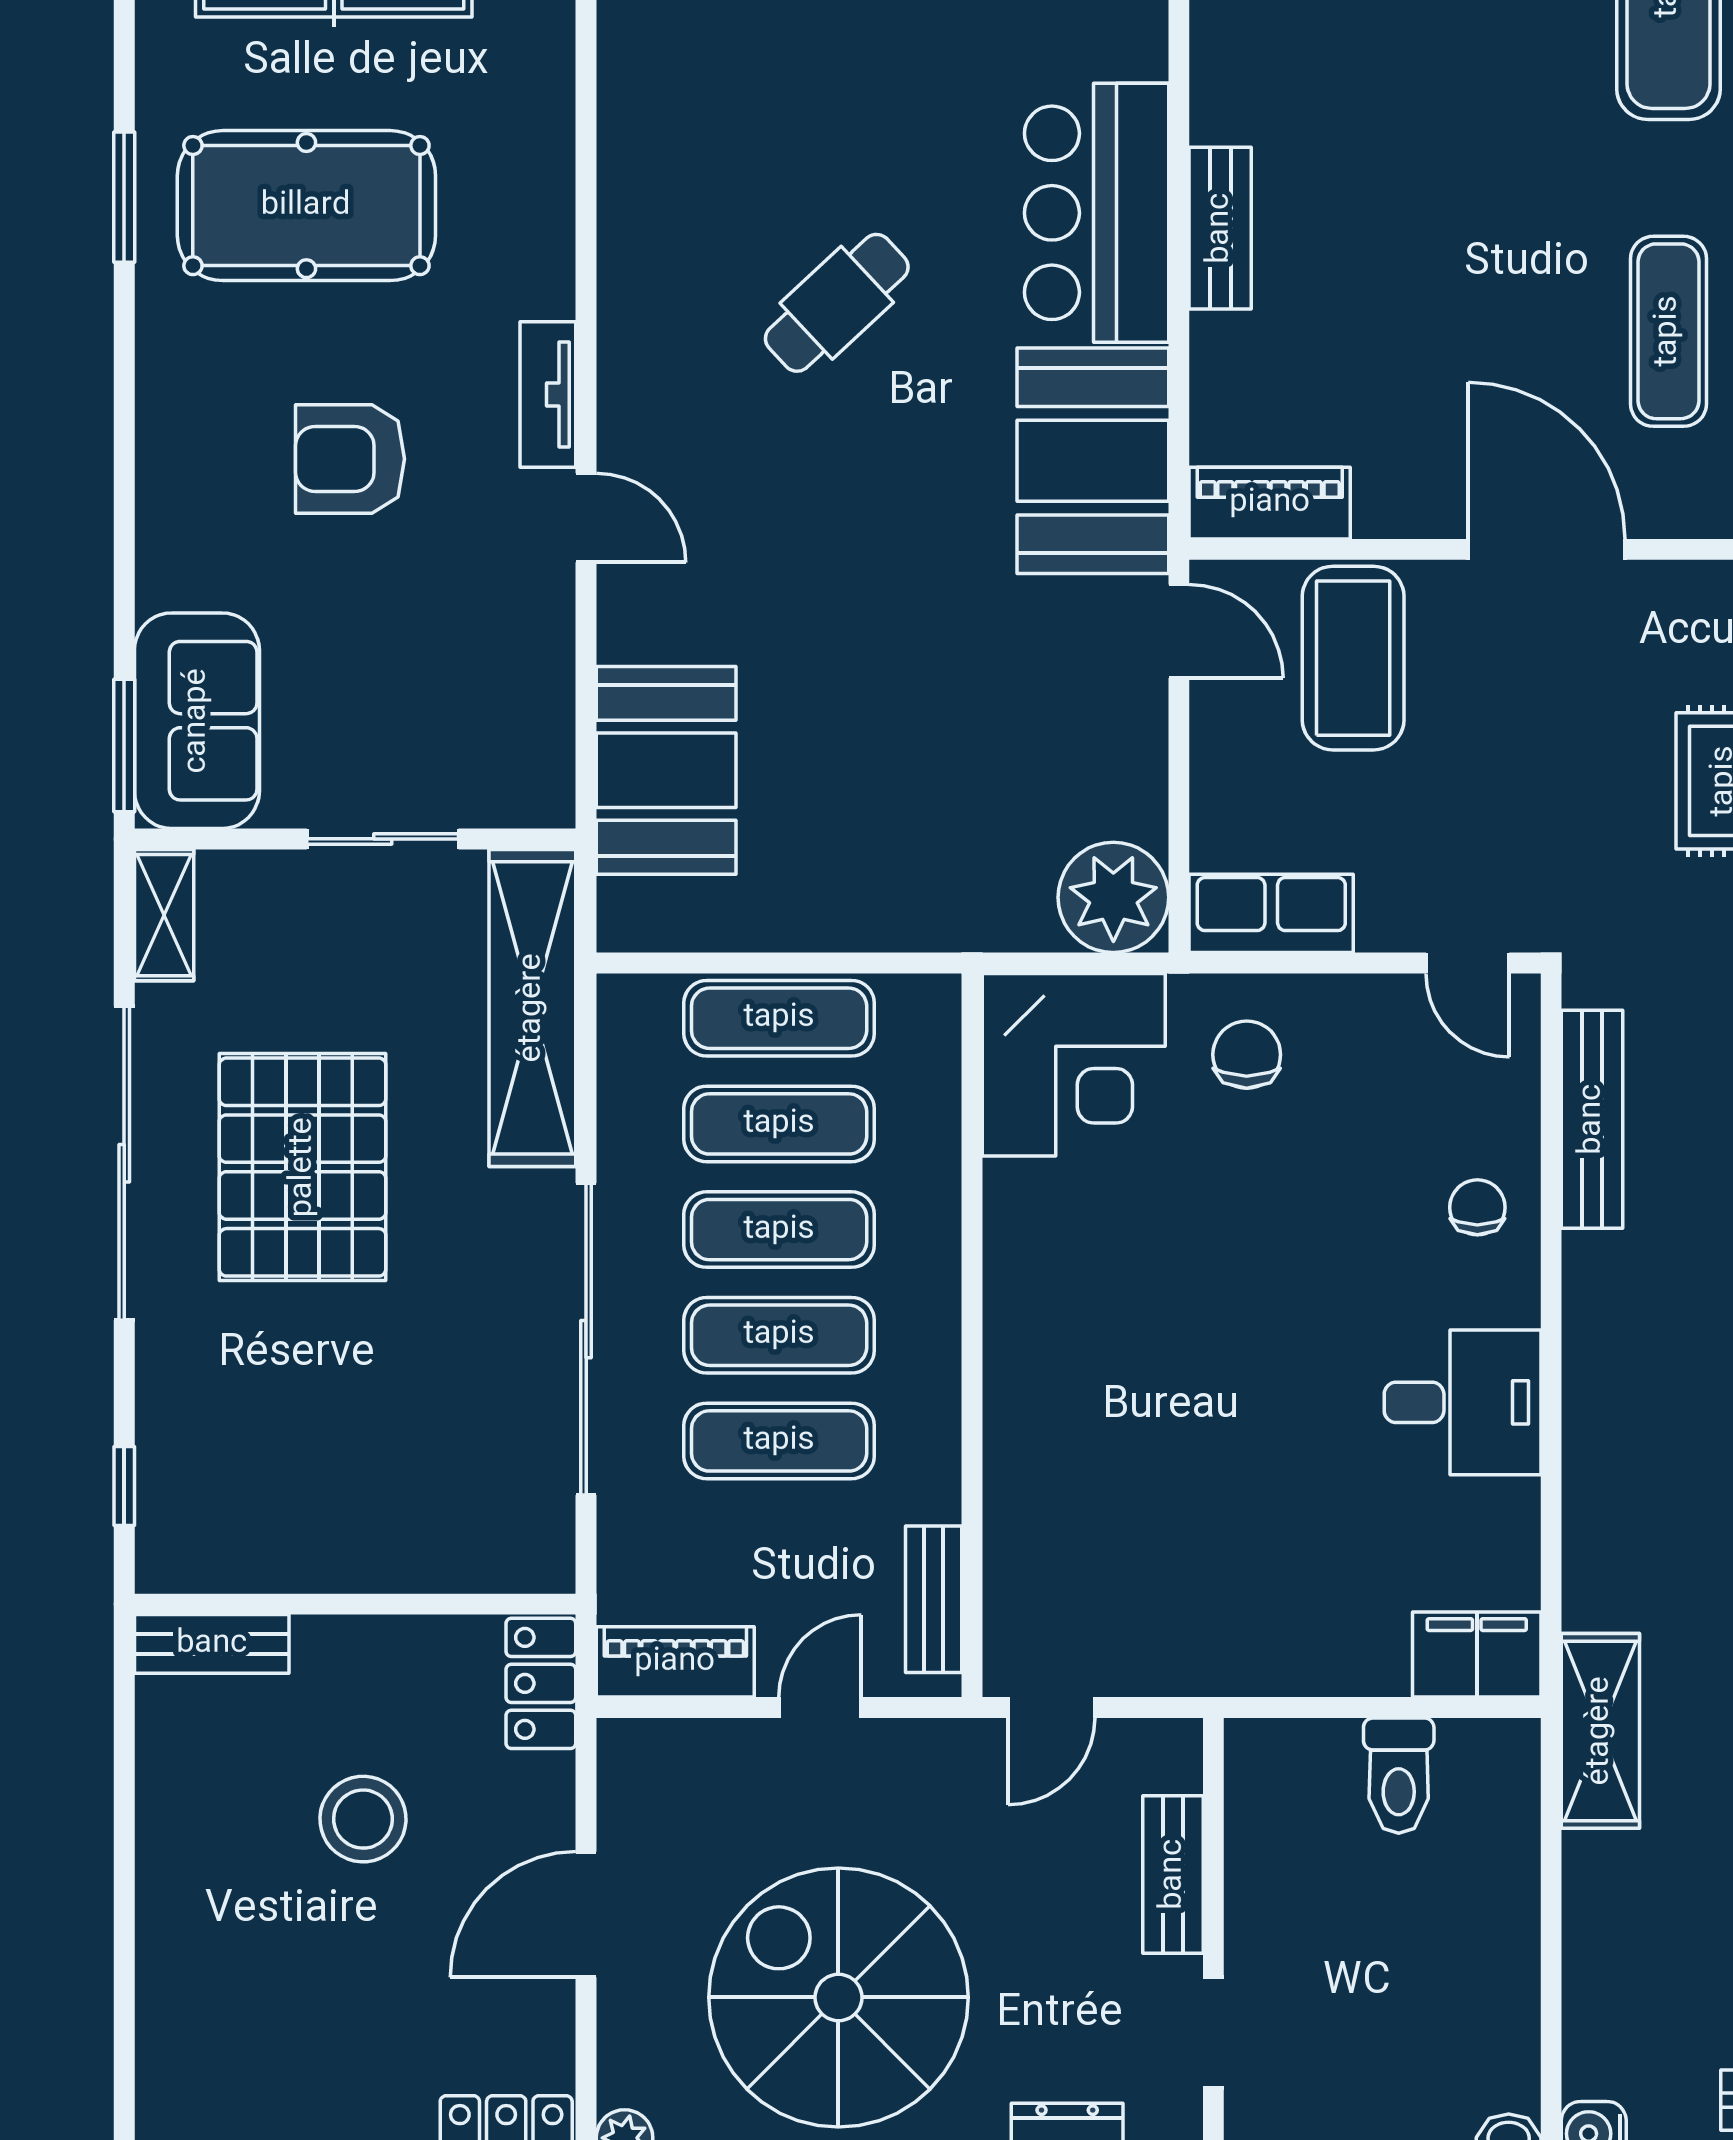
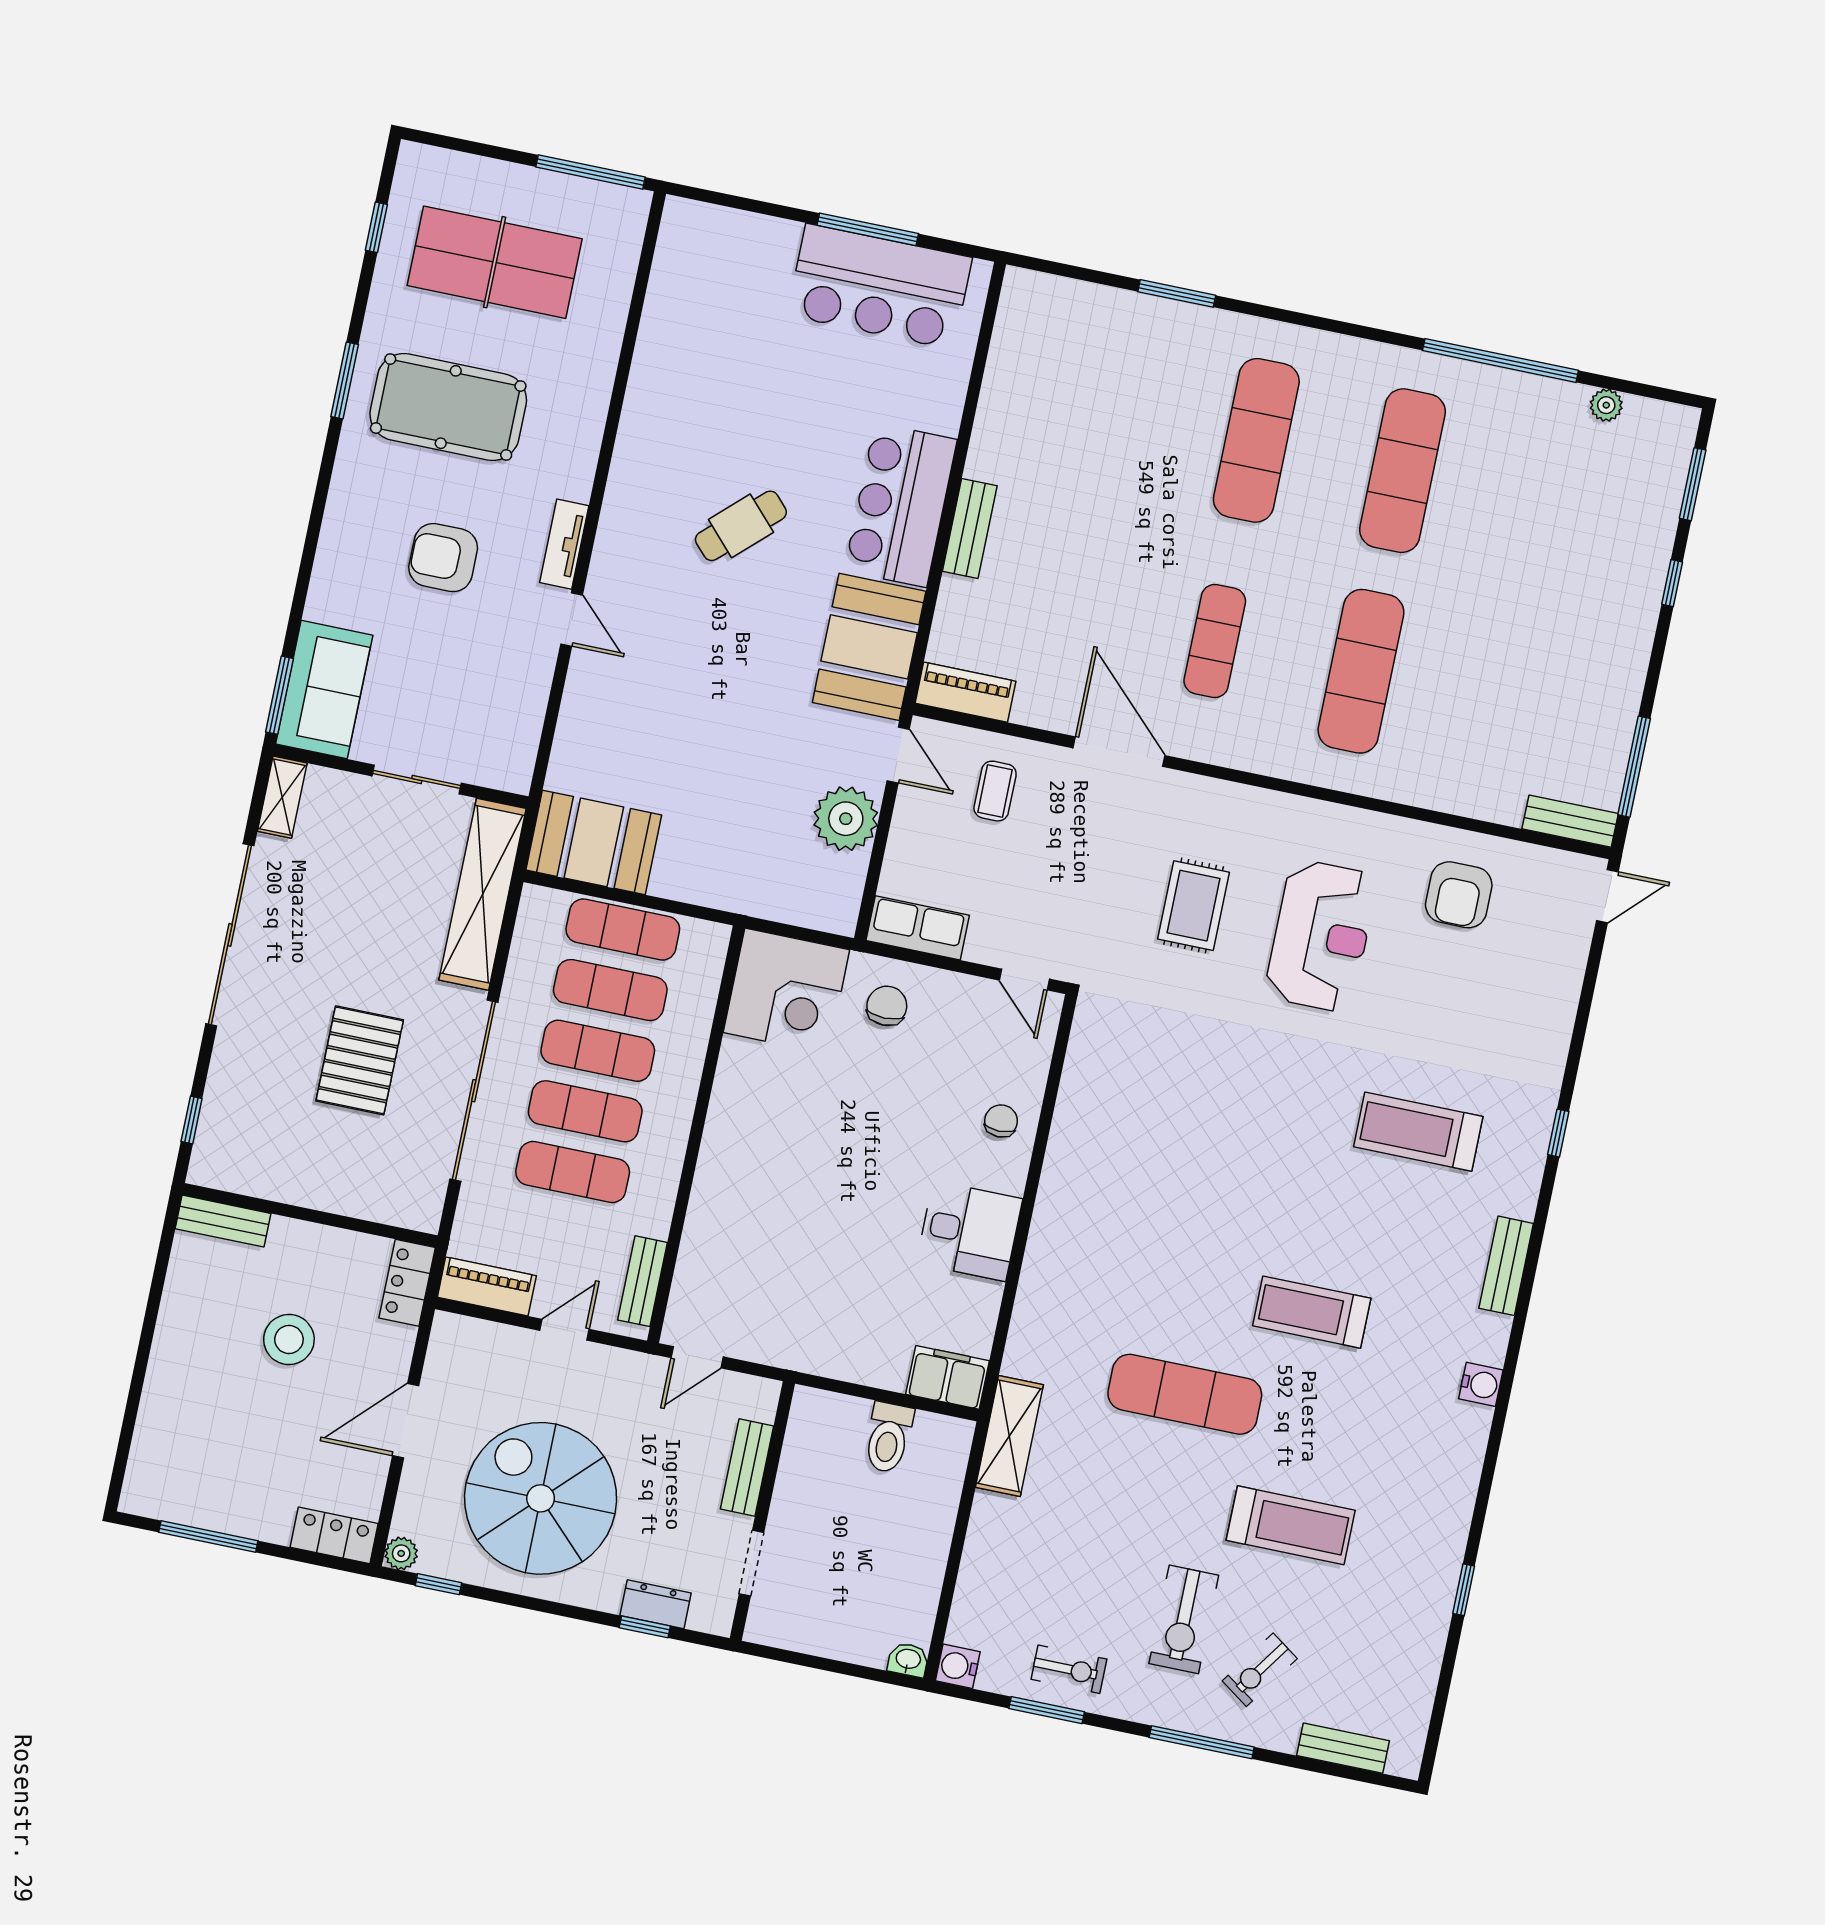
coffee table: (1353, 658) -> (995, 791), width x0.54, depth x0.58
booth: (666, 770) -> (594, 842), moved, turned 90
plant: (1113, 897) -> (846, 819), moved
bench: (1592, 1119) -> (1077, 1084), removed
pallet: (303, 1167) -> (360, 1060), moved, width x0.73, depth x0.71

